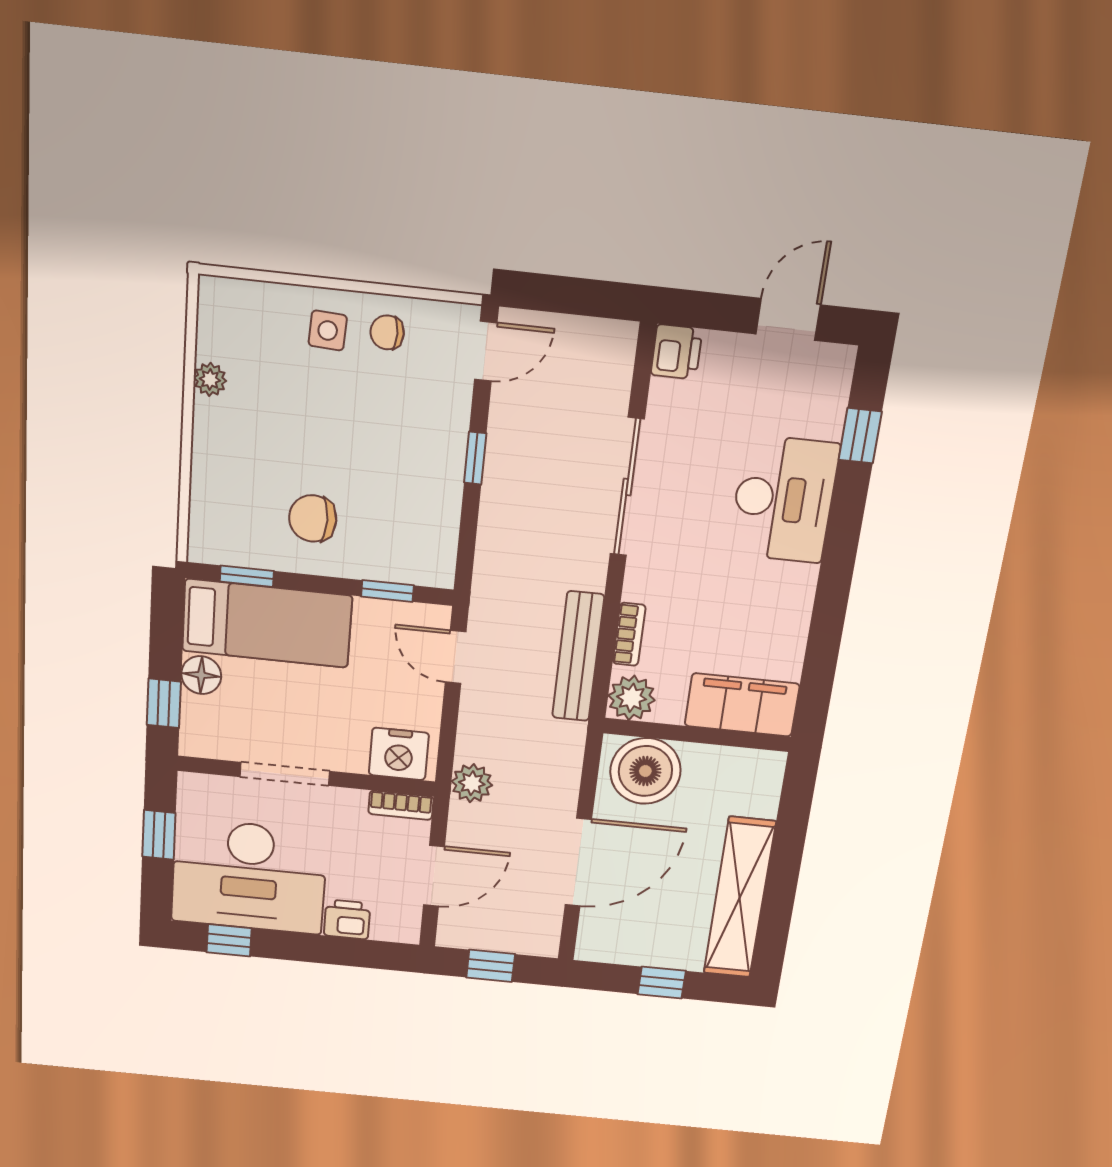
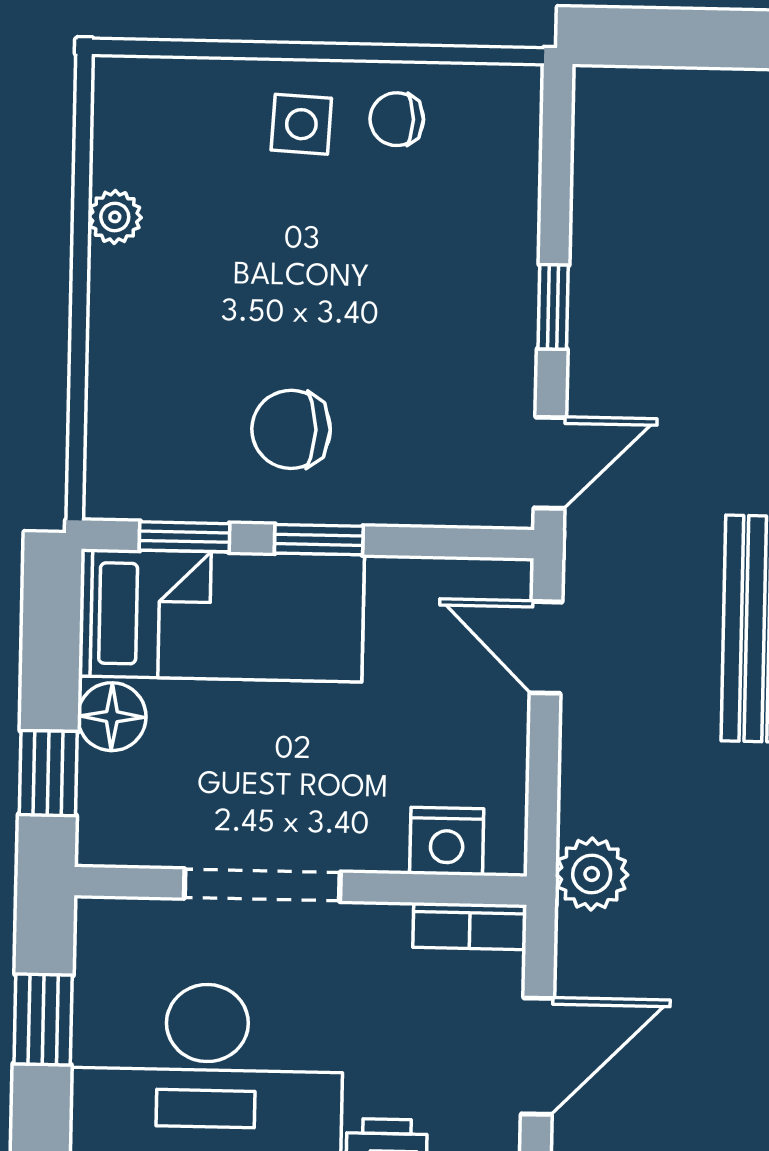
door: (486, 351) -> (550, 463), moved
window: (387, 591) -> (319, 540), moved
nightstand: (399, 754) -> (447, 841), width x0.74, depth x0.75

